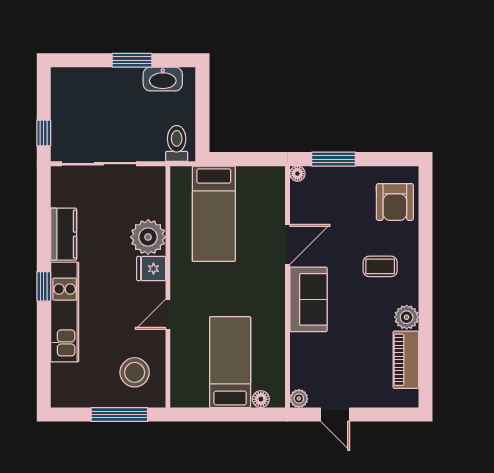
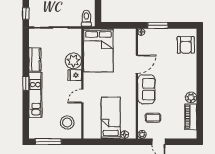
bed: (214, 214) -> (98, 50), width x1.50
coffee table: (380, 266) -> (153, 118), moved
window: (119, 414) -> (48, 142), moved

